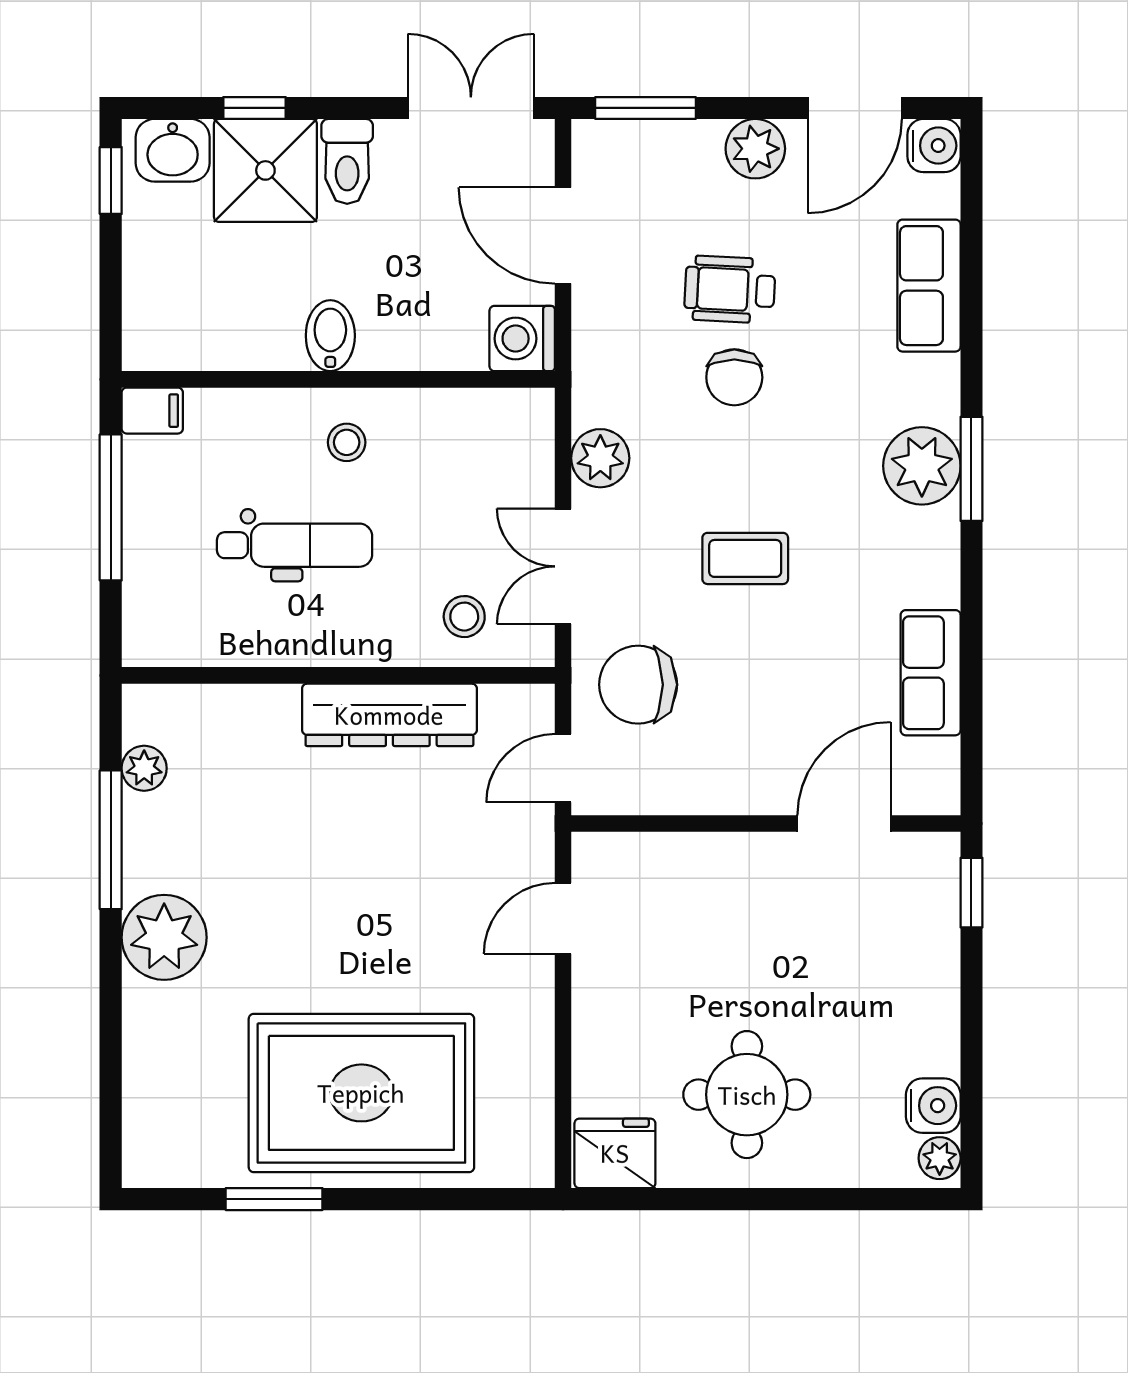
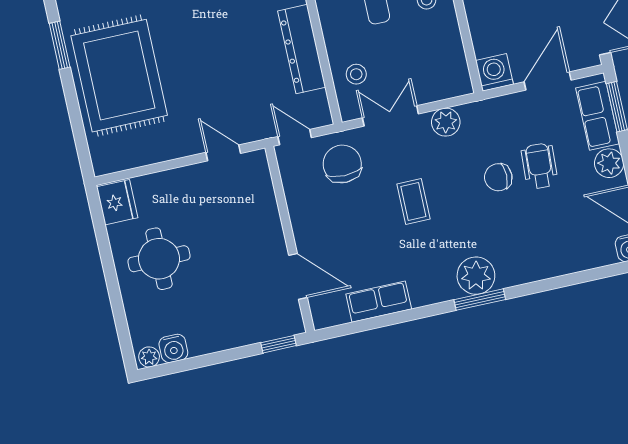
row of seats: (929, 286) -> (598, 116), moved, turned -90

